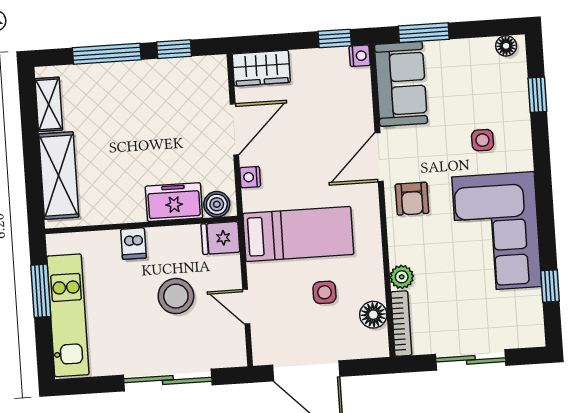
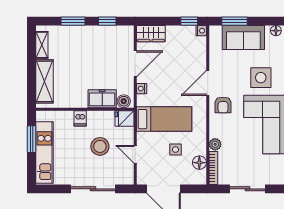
window: (107, 54) -> (73, 21), width x0.69
sofa: (401, 84) -> (243, 37), moved, turned 90
side table: (483, 140) -> (261, 78), width x1.87, depth x1.87

